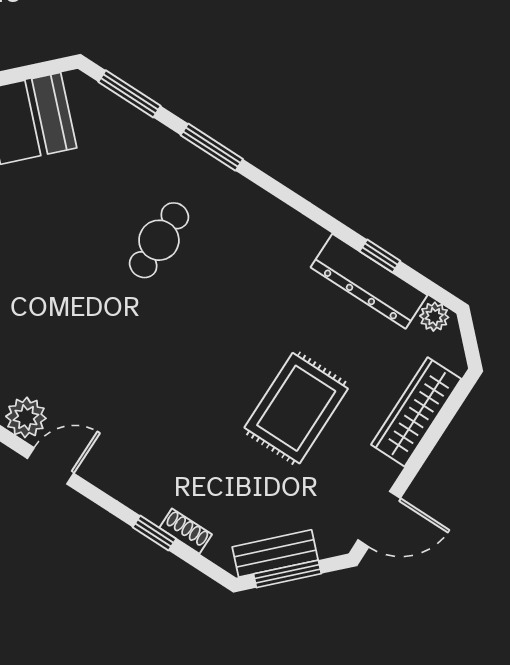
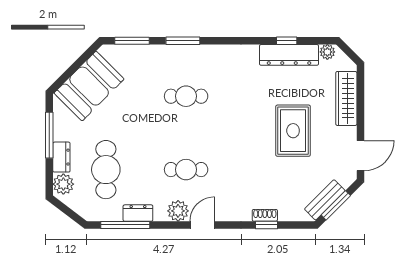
cafe table: (159, 240) -> (186, 96), turned 90
cafe table: (82, 359) -> (186, 170), added
shoe rack: (186, 531) -> (265, 215), moved

